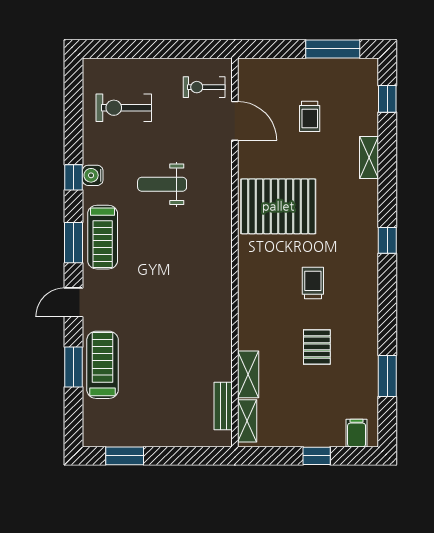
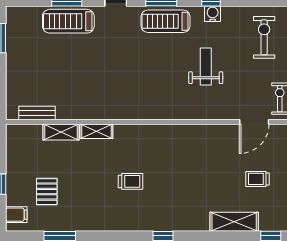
shelving: (369, 158) -> (234, 222), width x1.50, depth x1.33
pallet: (278, 206) -> (189, 155), removed
pallet: (317, 347) -> (47, 192), moved, turned 90
treadmill: (103, 365) -> (68, 21), turned 180
shelving: (247, 421) -> (96, 131), moved

